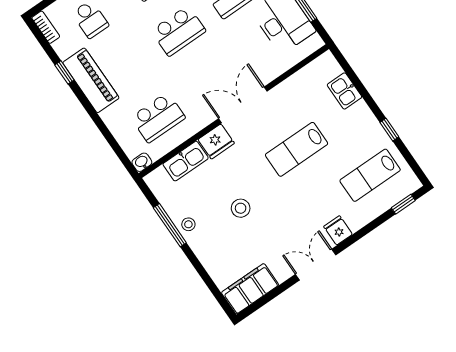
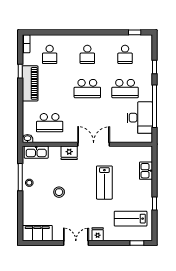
lab bench: (297, 149) -> (104, 183), turned -90
kitchen sink: (186, 161) -> (36, 152), moved

